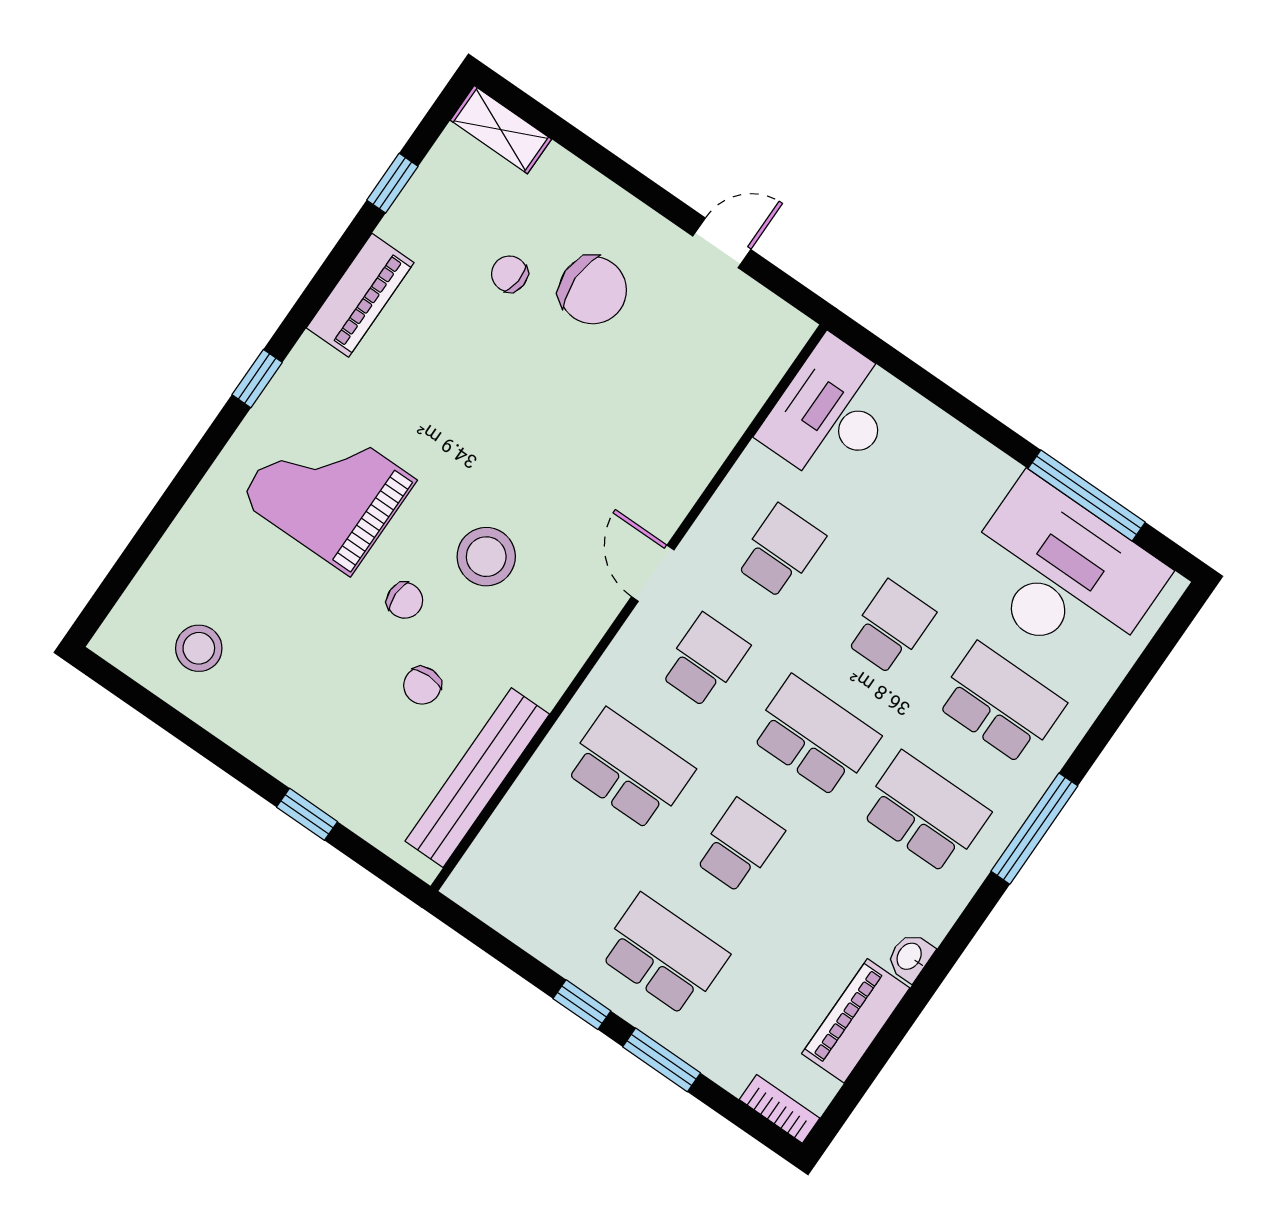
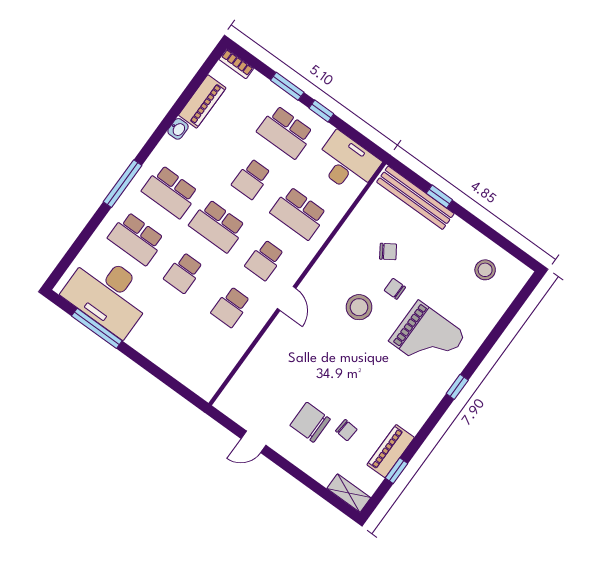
piano: (360, 295) -> (391, 451), moved
desk: (832, 413) -> (347, 163), moved, turned -90
chair: (422, 686) -> (388, 252), turned 57
bench: (477, 778) -> (415, 198), moved, turned 90

